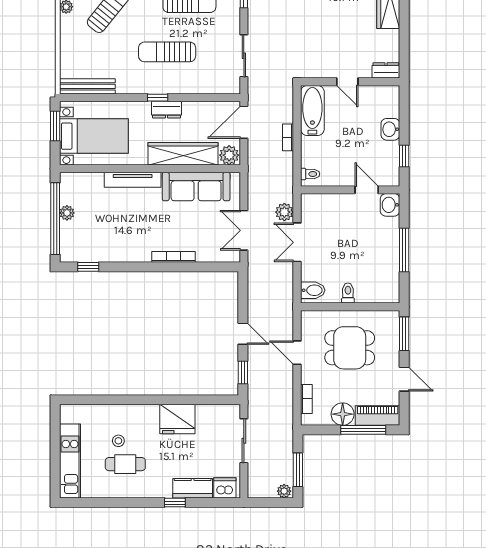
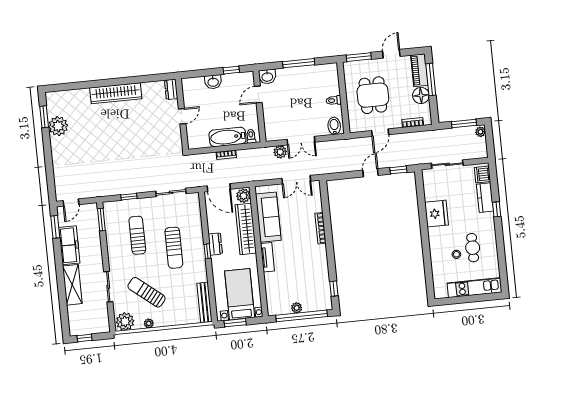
bathtub: (312, 110) -> (228, 137), moved
tv unit: (133, 180) -> (267, 257), width x0.71

